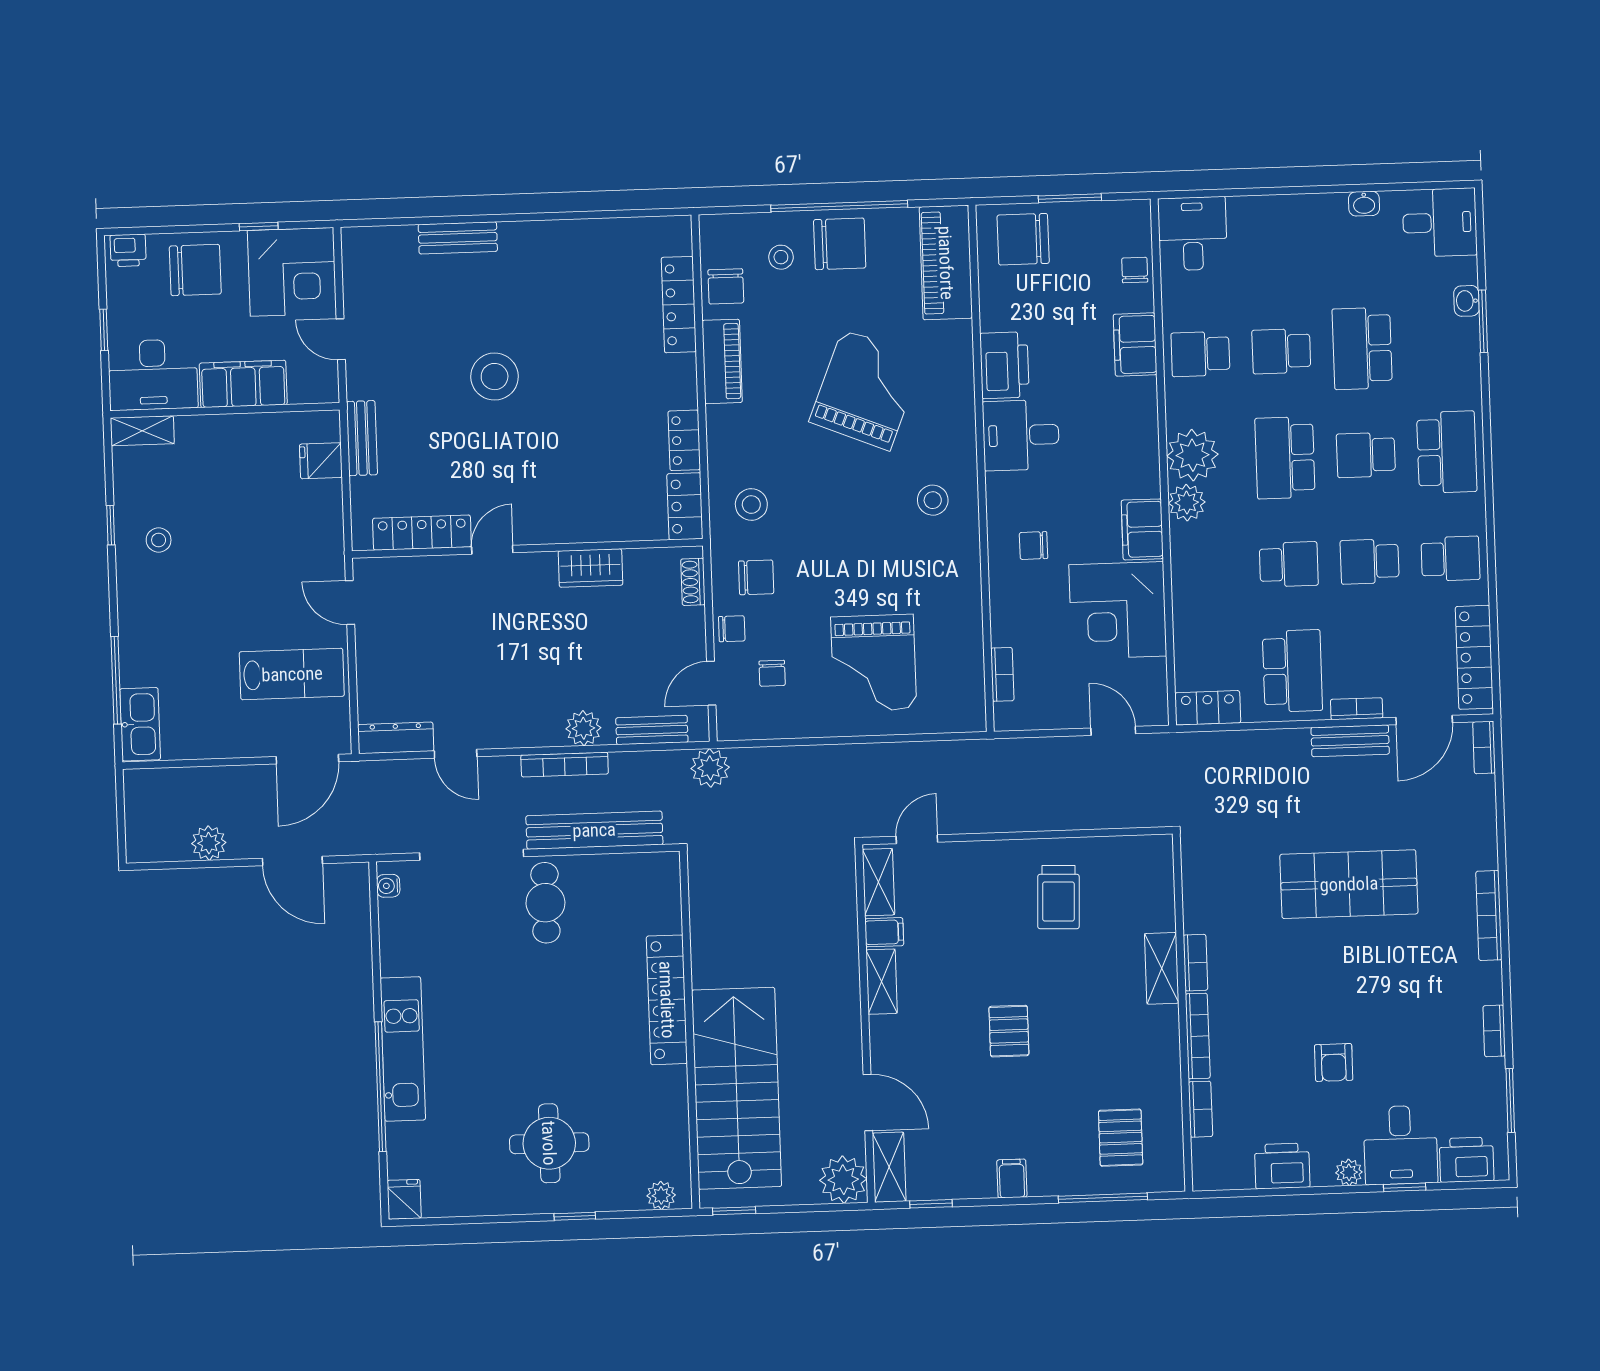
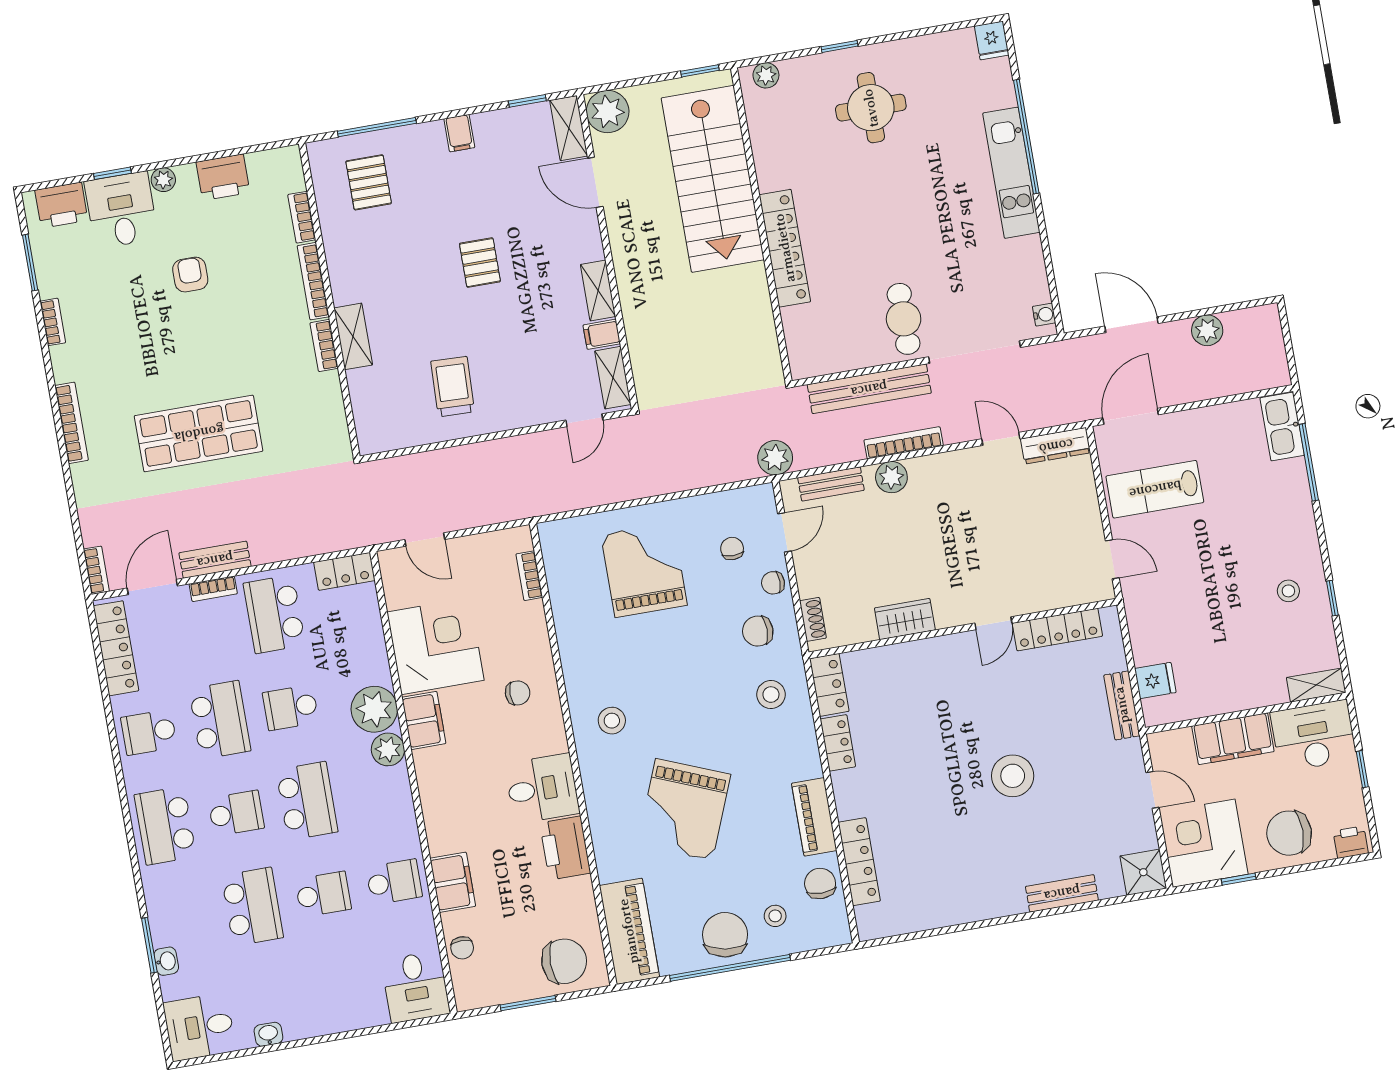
chair: (840, 244) -> (725, 935), turned 99
shower: (364, 249) -> (1143, 872), added
plant: (1192, 455) -> (374, 709), moved
school desk: (1370, 562) -> (220, 720), width x1.85

